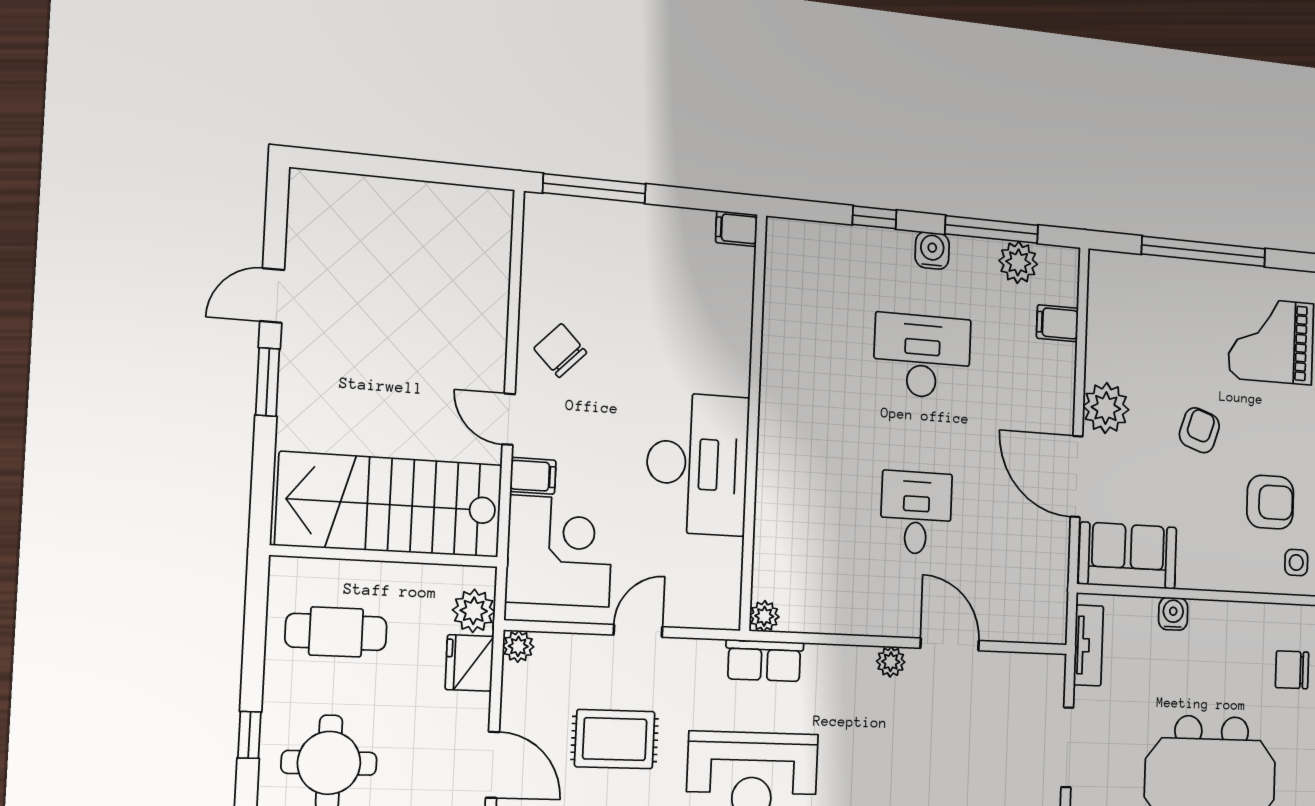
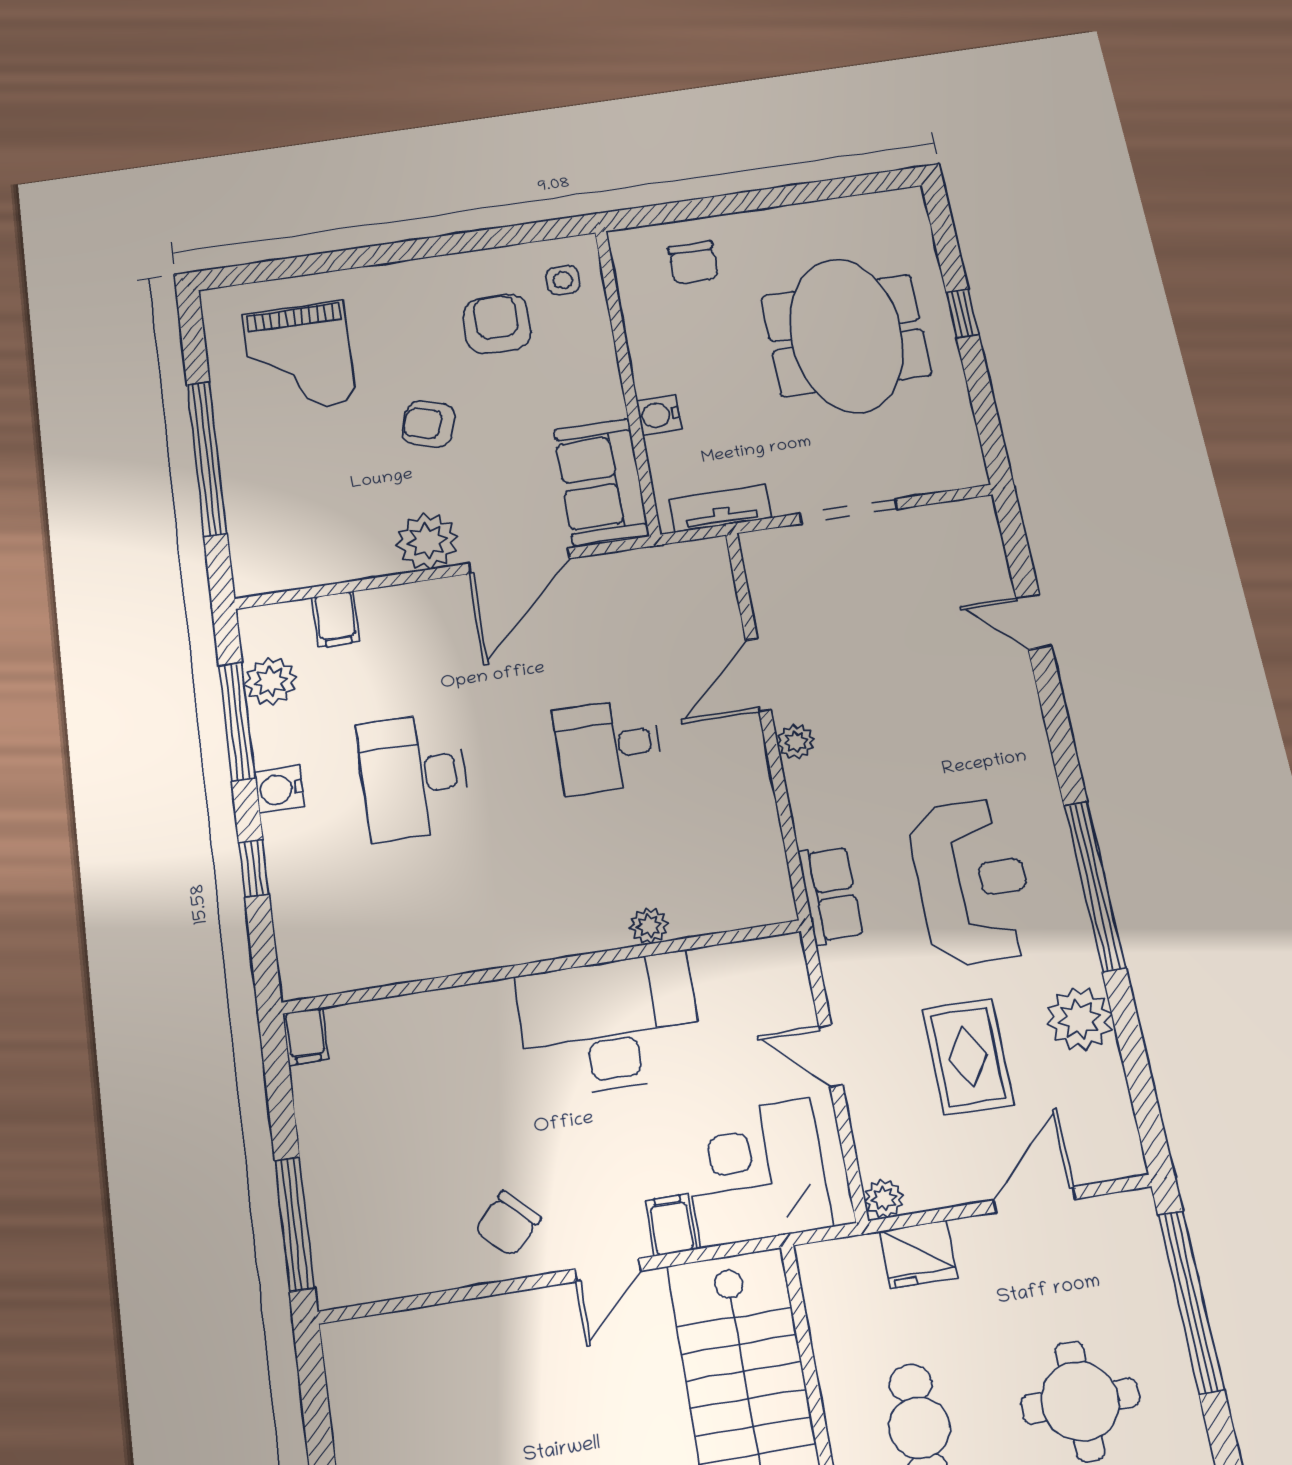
plant: (474, 611) -> (854, 1263), removed
plant: (764, 616) -> (649, 926), moved

